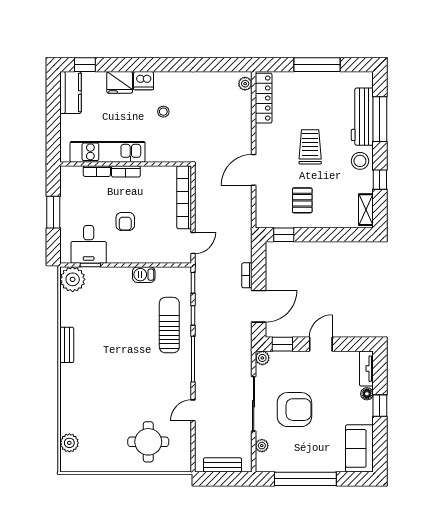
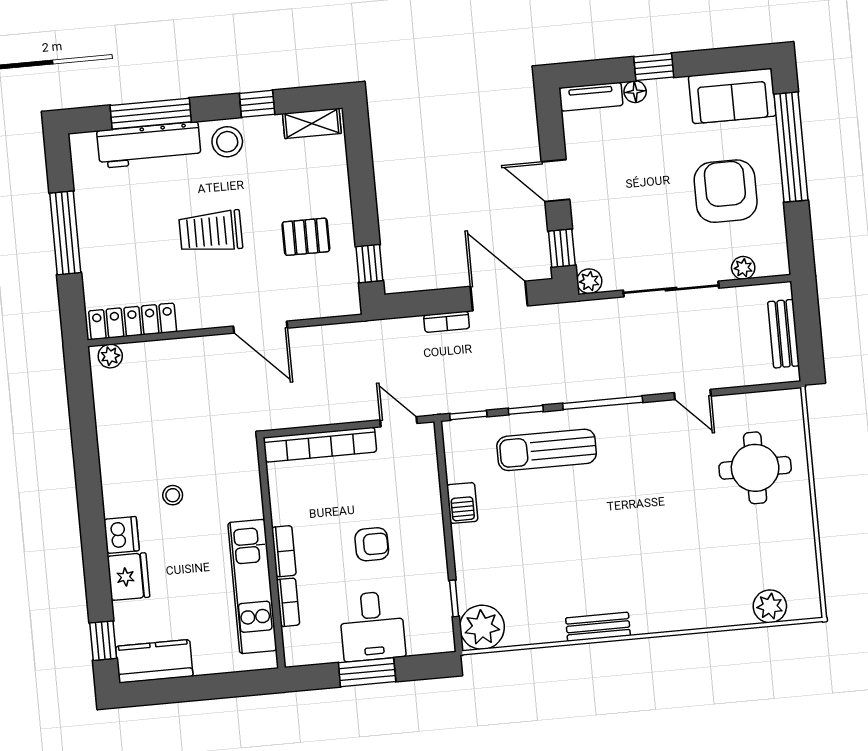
desk: (89, 244) -> (372, 626), moved, turned 90
armchair: (294, 410) -> (726, 191), moved
window: (305, 479) -> (791, 147), moved

